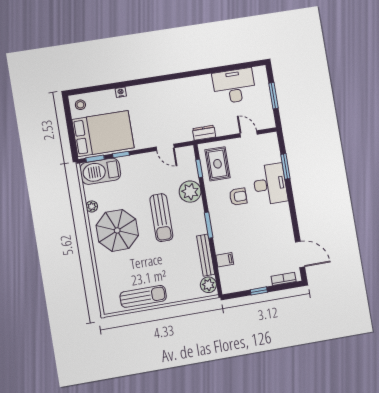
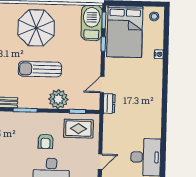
dresser: (204, 133) -> (109, 104), moved
plant: (92, 206) -> (62, 9), removed

